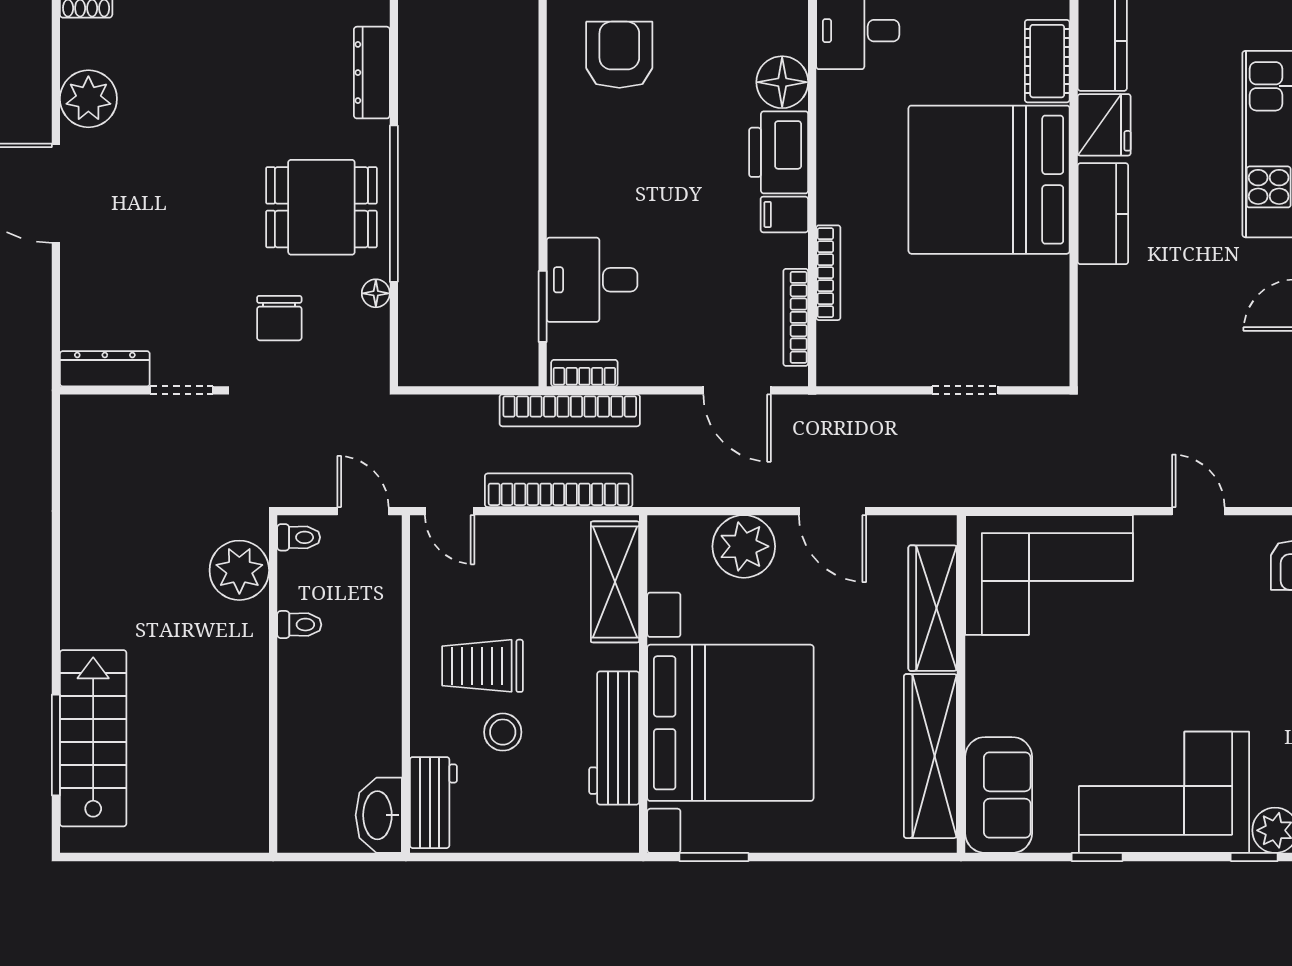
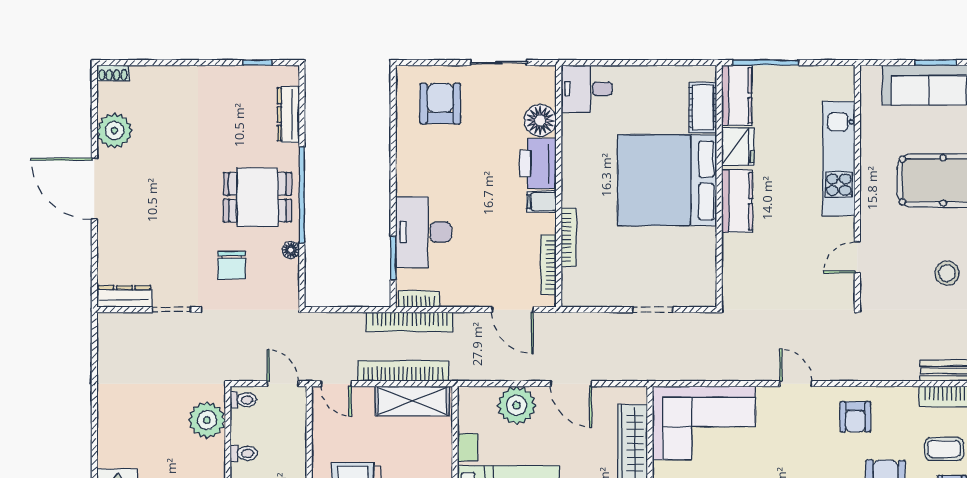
desk: (592, 280) -> (424, 232), width x1.37
shelving: (615, 582) -> (412, 401), moved, turned 90

